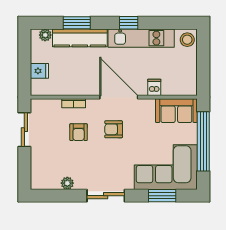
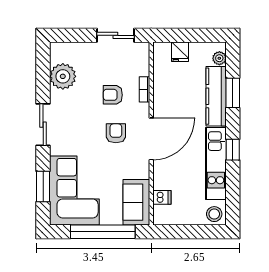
dishwasher: (154, 87) -> (162, 197), moved
plant: (67, 183) -> (63, 76), width x1.88, depth x1.88

